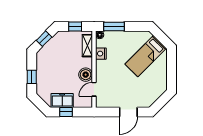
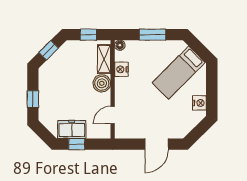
window: (114, 26) -> (153, 35), moved
boiler: (86, 75) -> (102, 83), moved
nightstand: (162, 80) -> (199, 103), added

